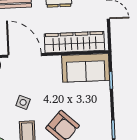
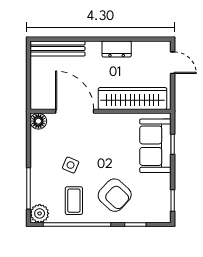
sofa: (86, 68) -> (155, 146), moved, turned 90

